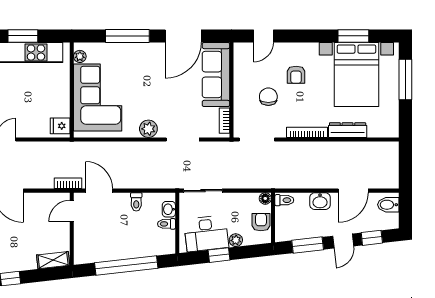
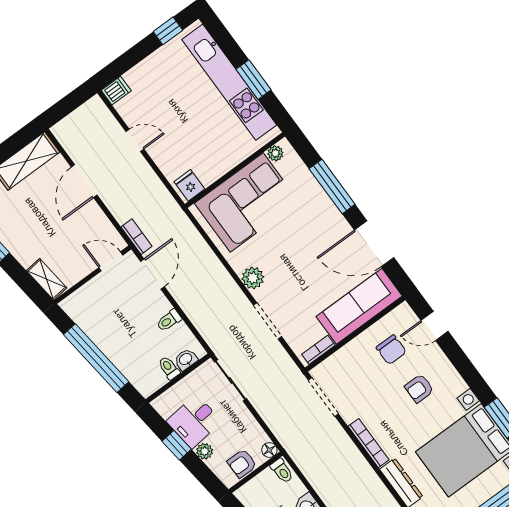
chair: (268, 97) -> (391, 350), moved, turned 90
armchair: (261, 222) -> (242, 463), turned 180
desk: (206, 234) -> (194, 421), width x0.73

